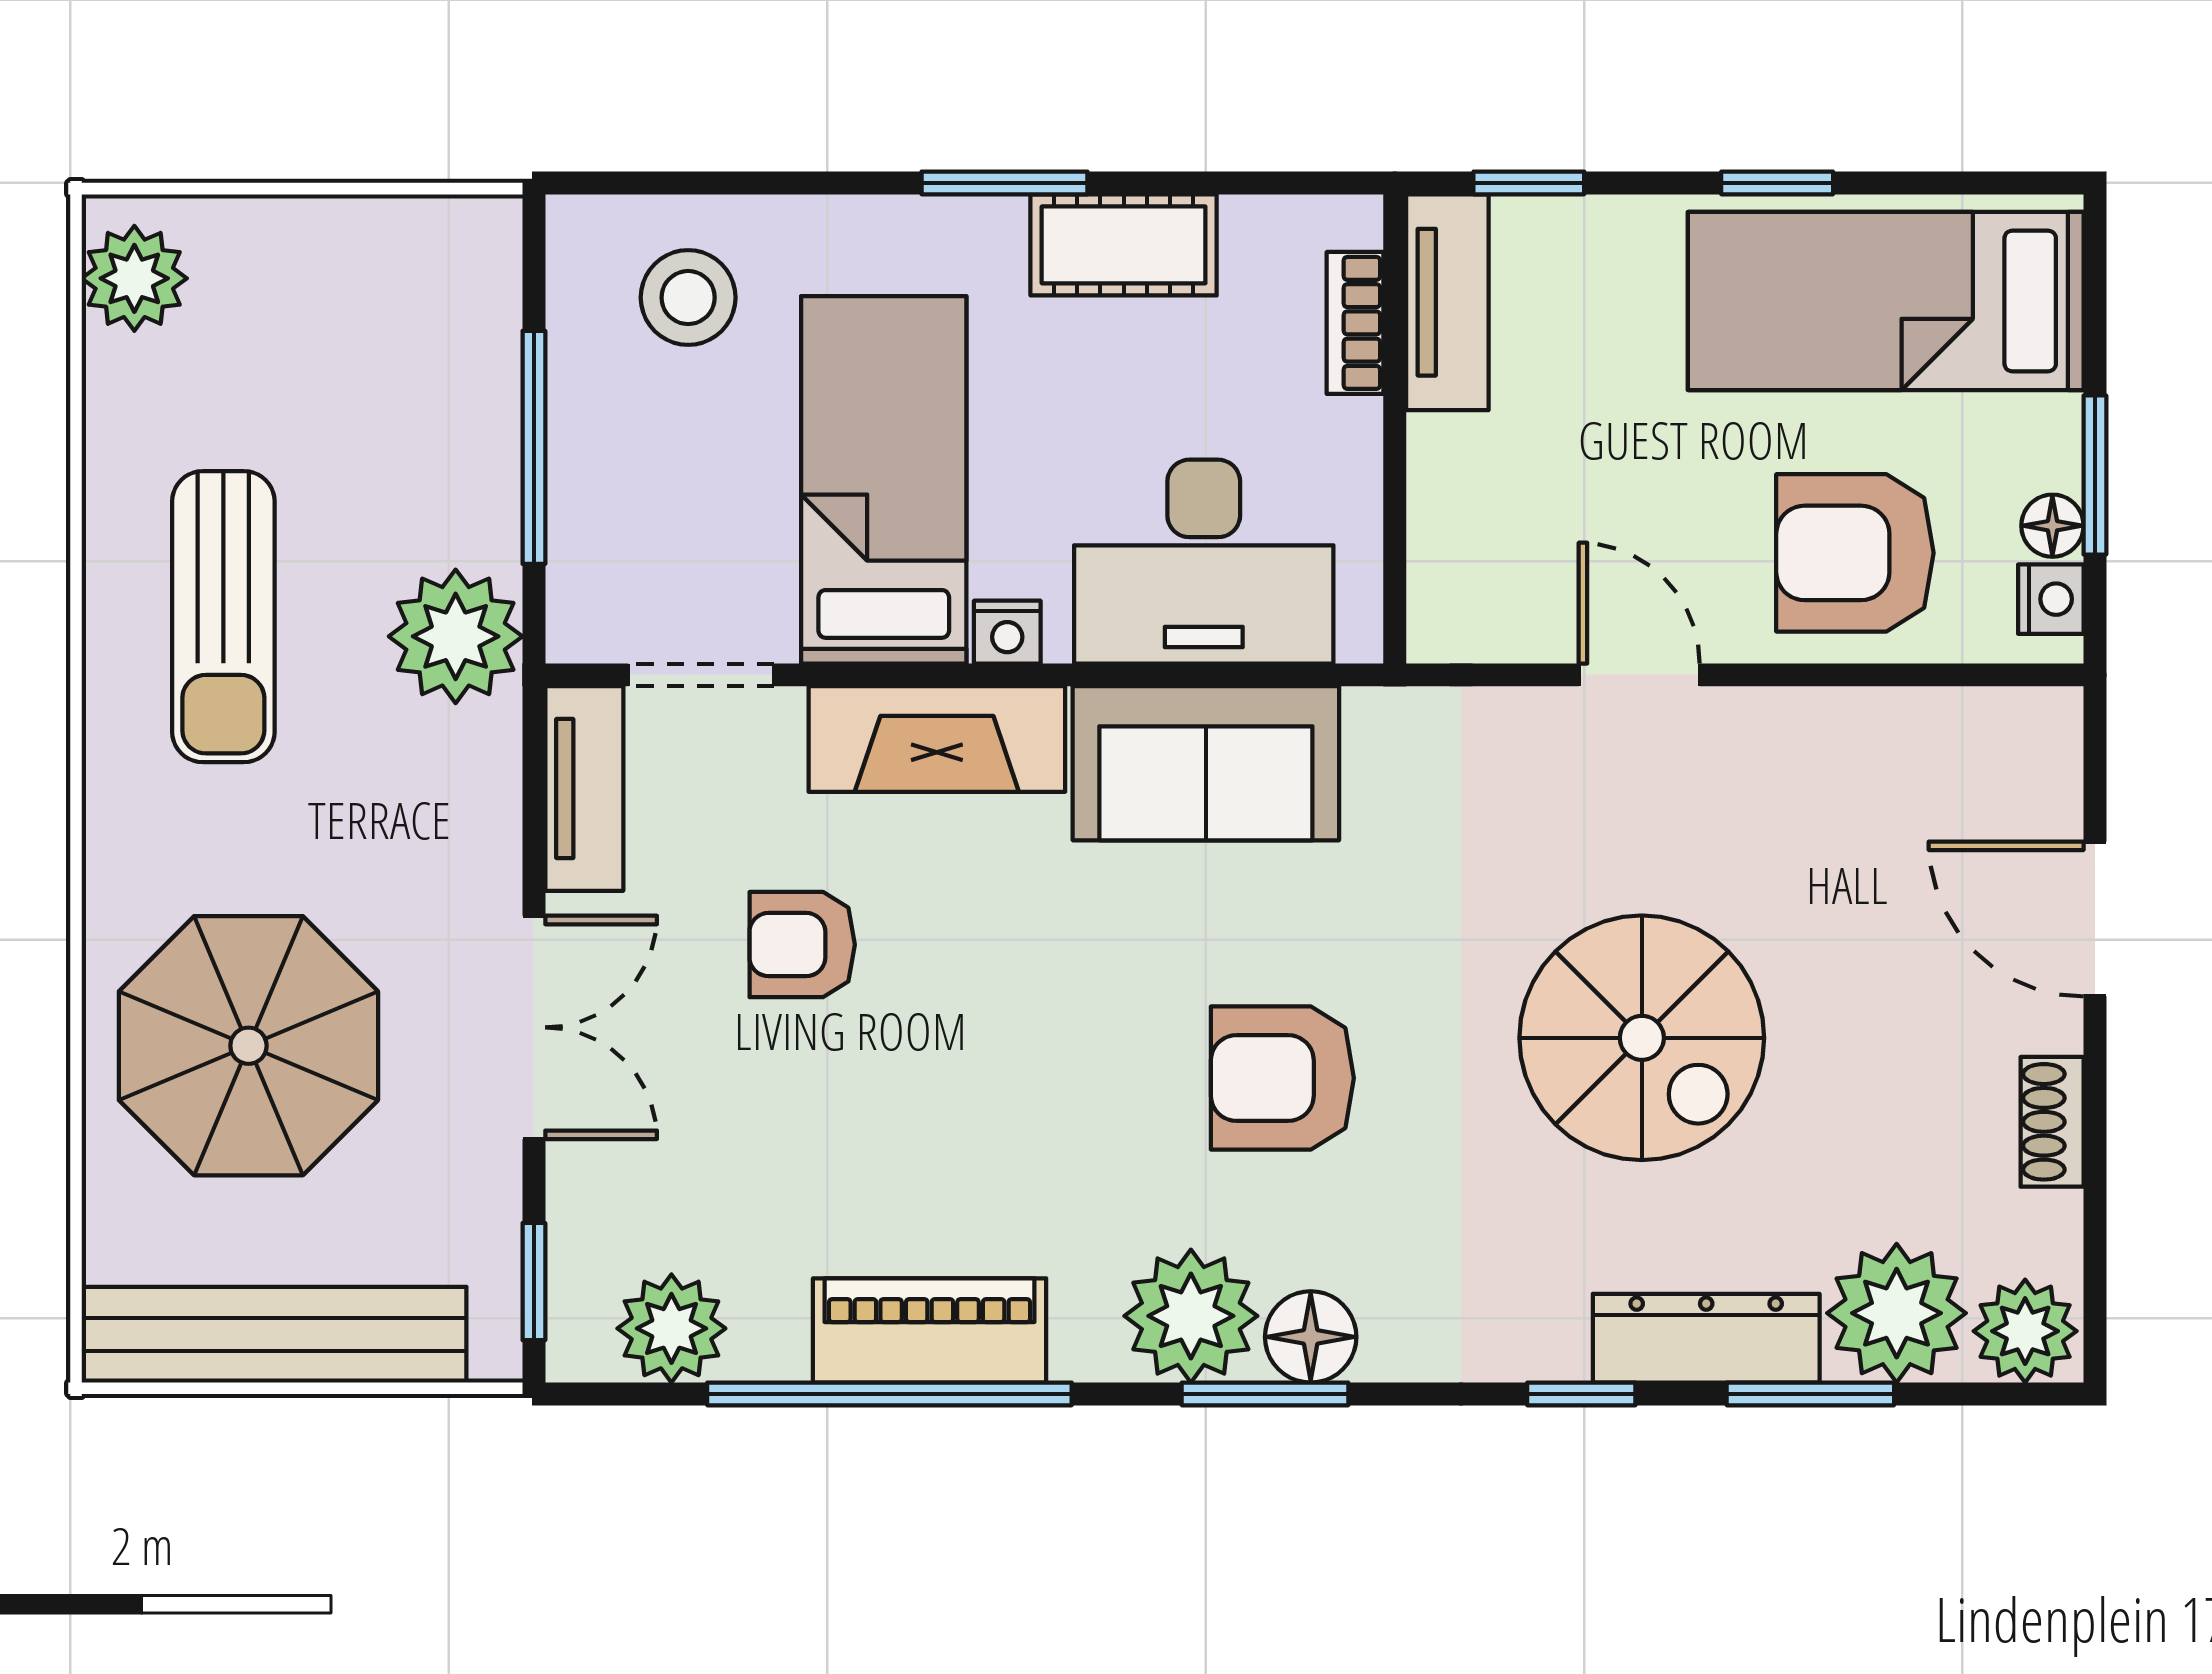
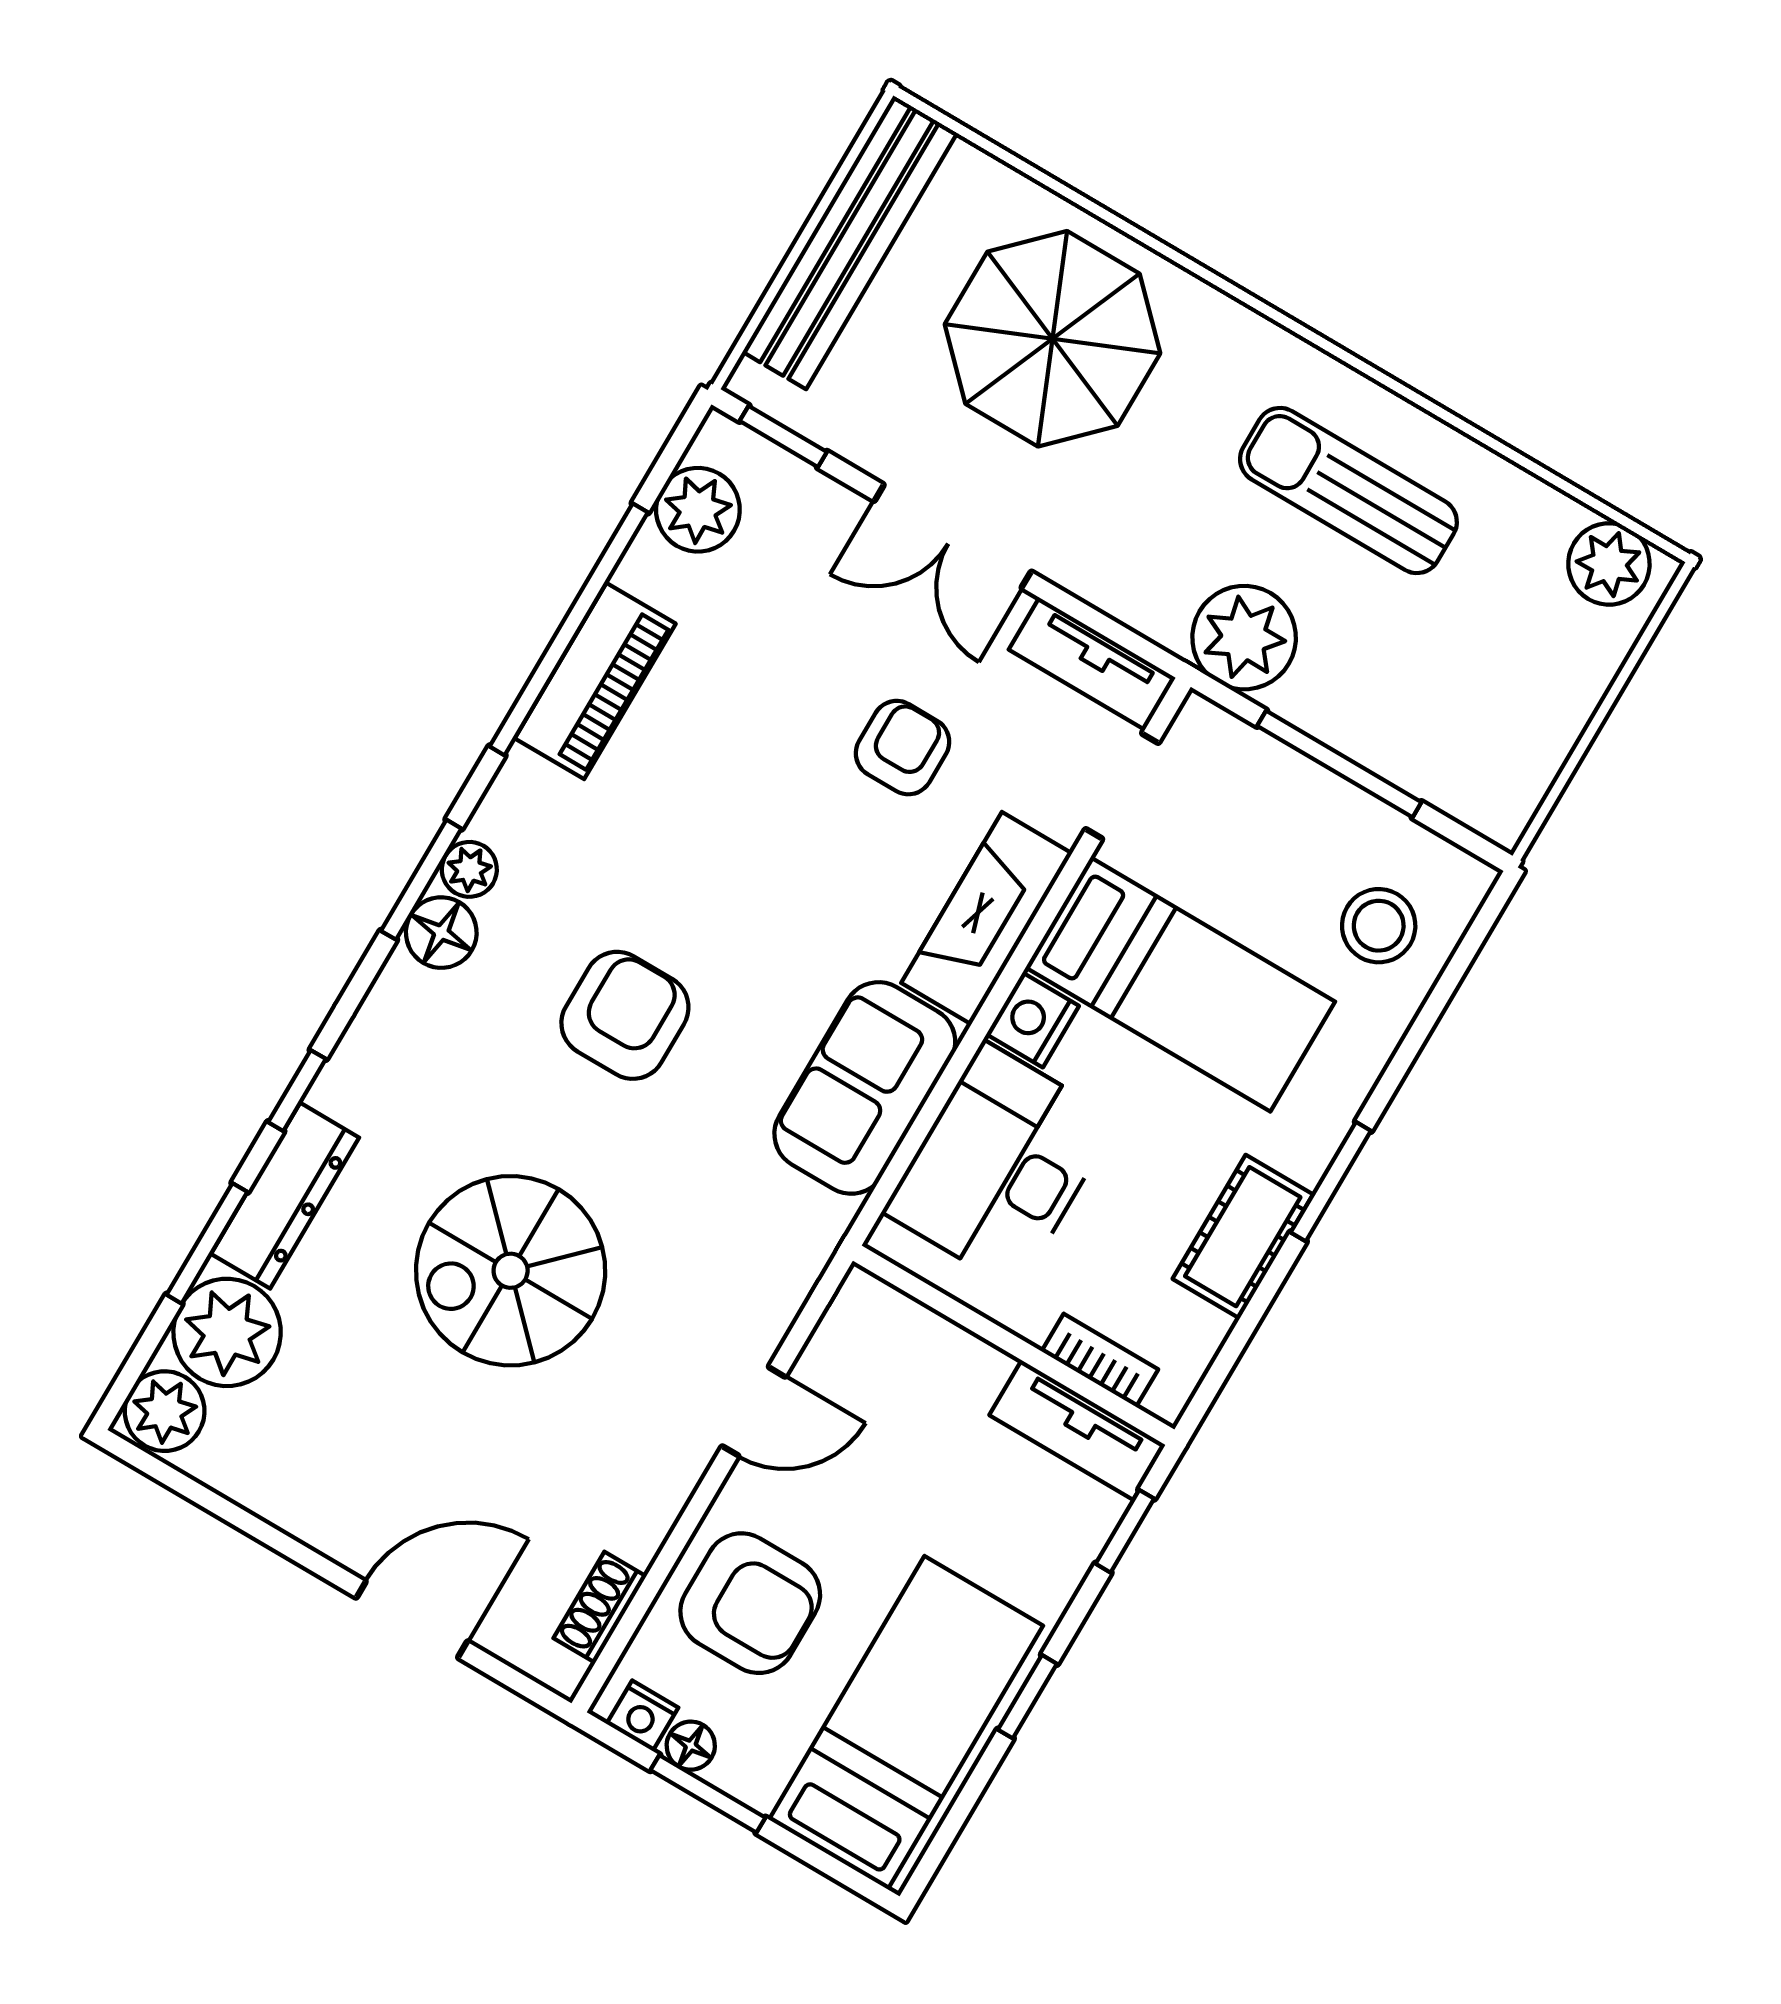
armchair: (1855, 553) -> (750, 1603), turned 90
nightstand: (1007, 632) -> (1033, 1020), width x1.39, depth x1.35
shoe rack: (2052, 1122) -> (600, 1607), moved, turned -90
plant: (1191, 1316) -> (469, 869), width x0.53, depth x0.53

